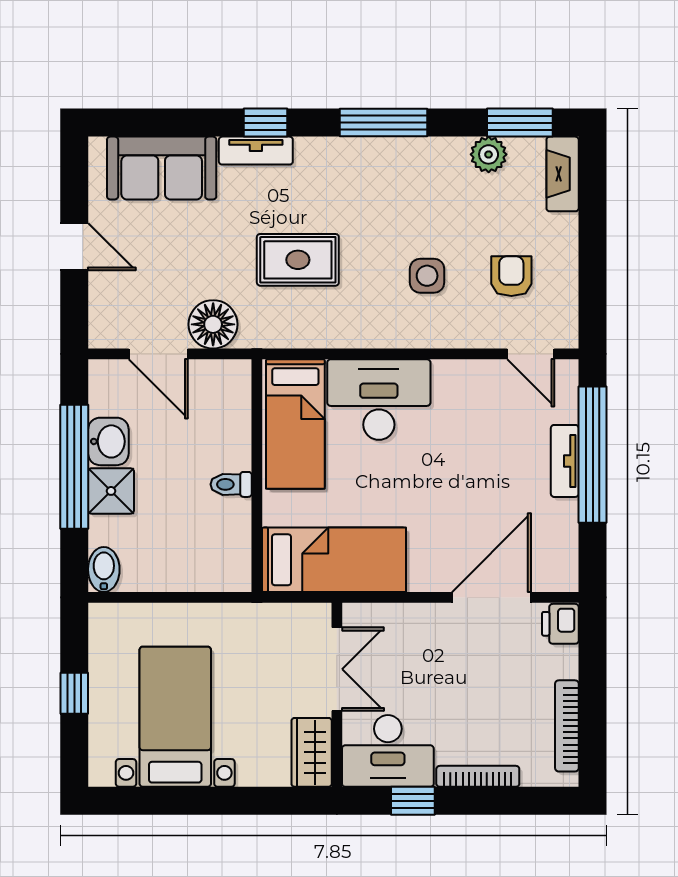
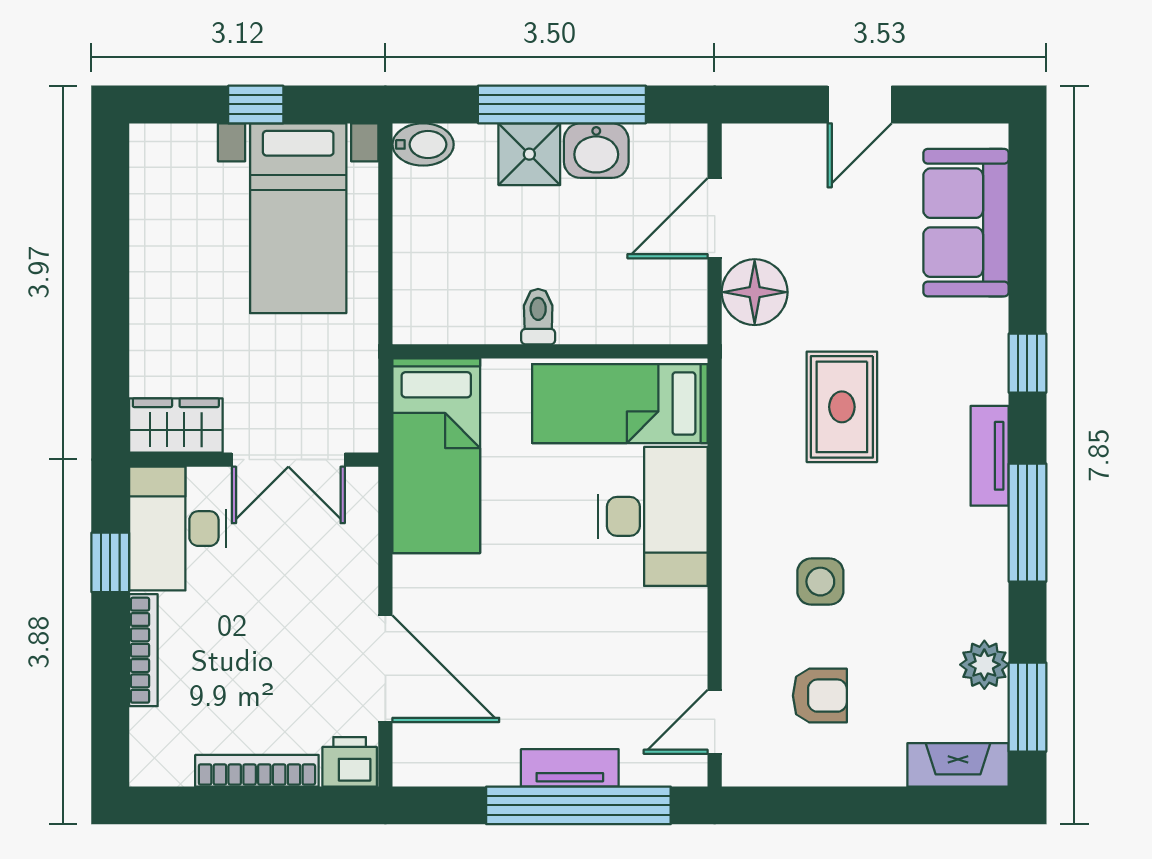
tv unit: (256, 151) -> (990, 456), moved
bed with nightstands: (175, 717) -> (298, 218), moved, turned 90
bookcase: (567, 726) -> (257, 771), moved

